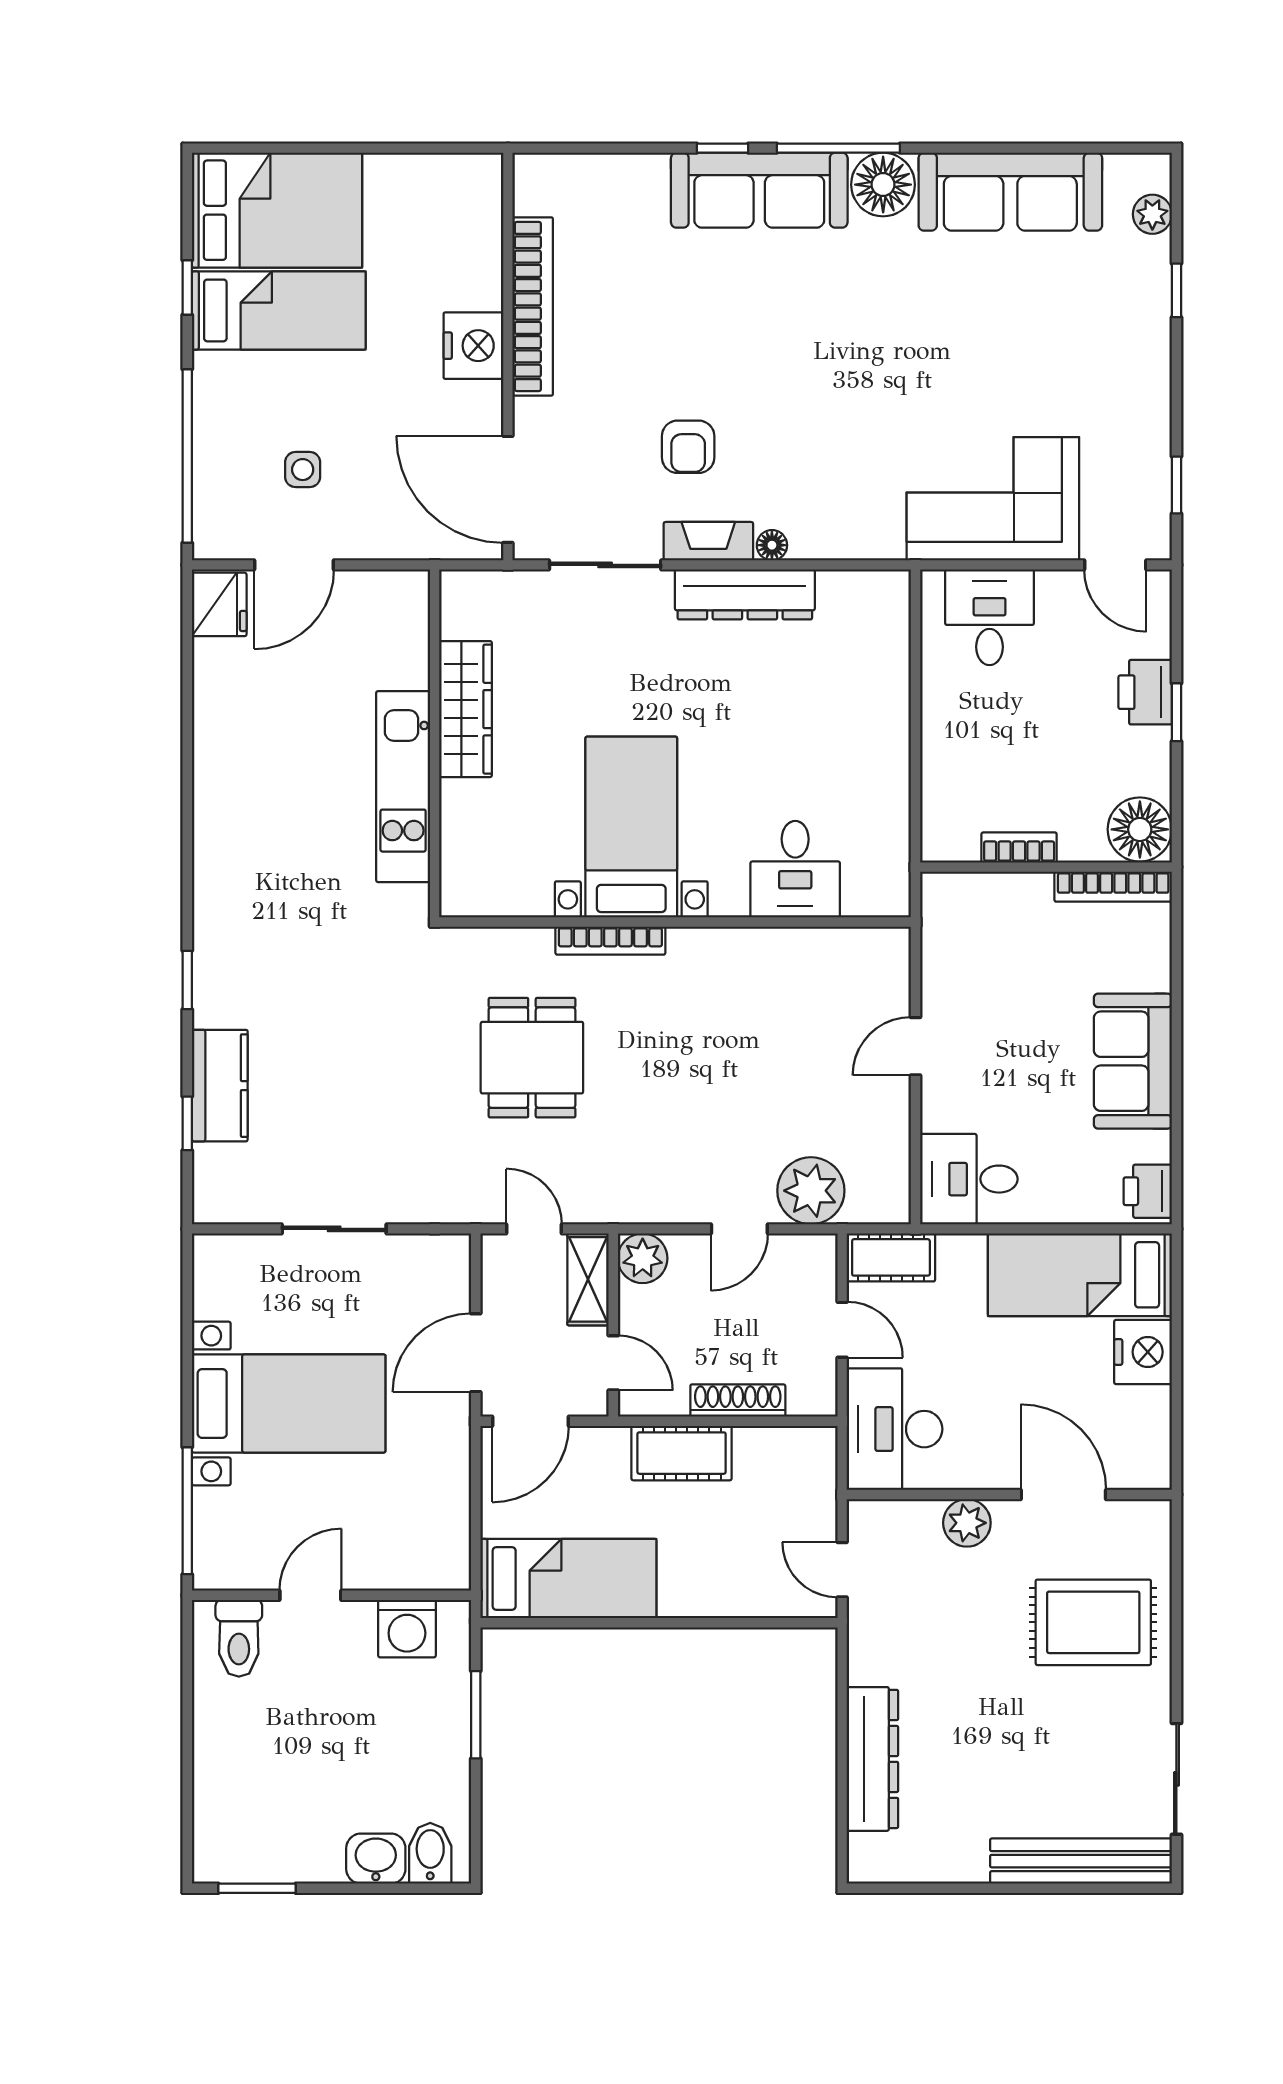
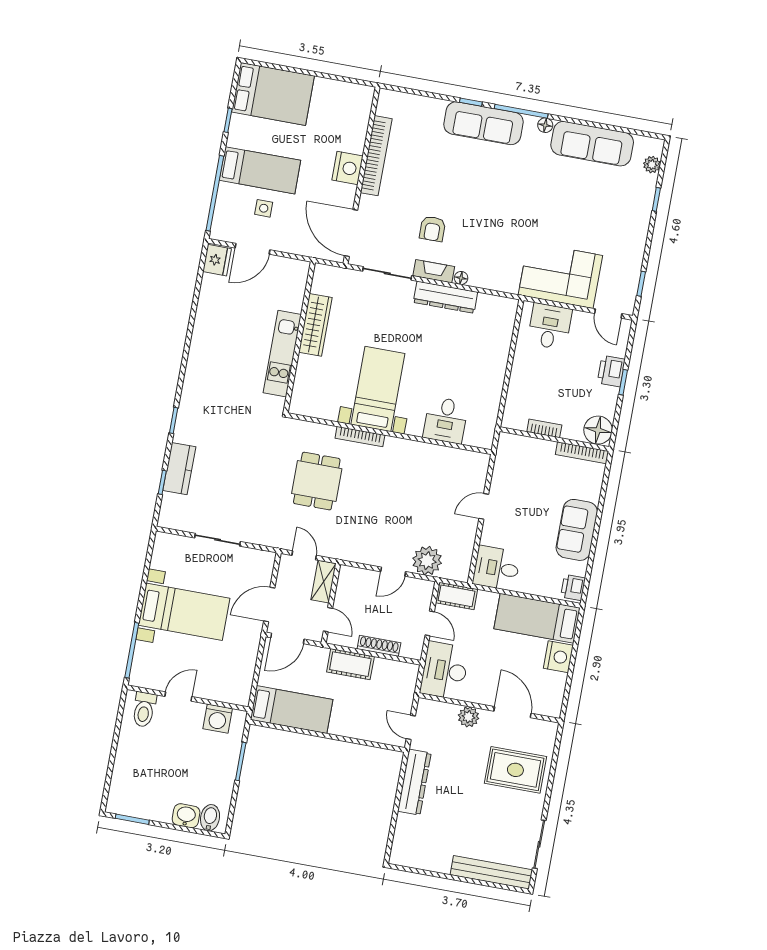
floor lamp: (883, 185) -> (545, 125), width x0.53, depth x0.53
bed: (279, 310) -> (260, 170), moved
plant: (643, 1258) -> (349, 577), removed
dresser: (872, 1759) -> (414, 782), moved

